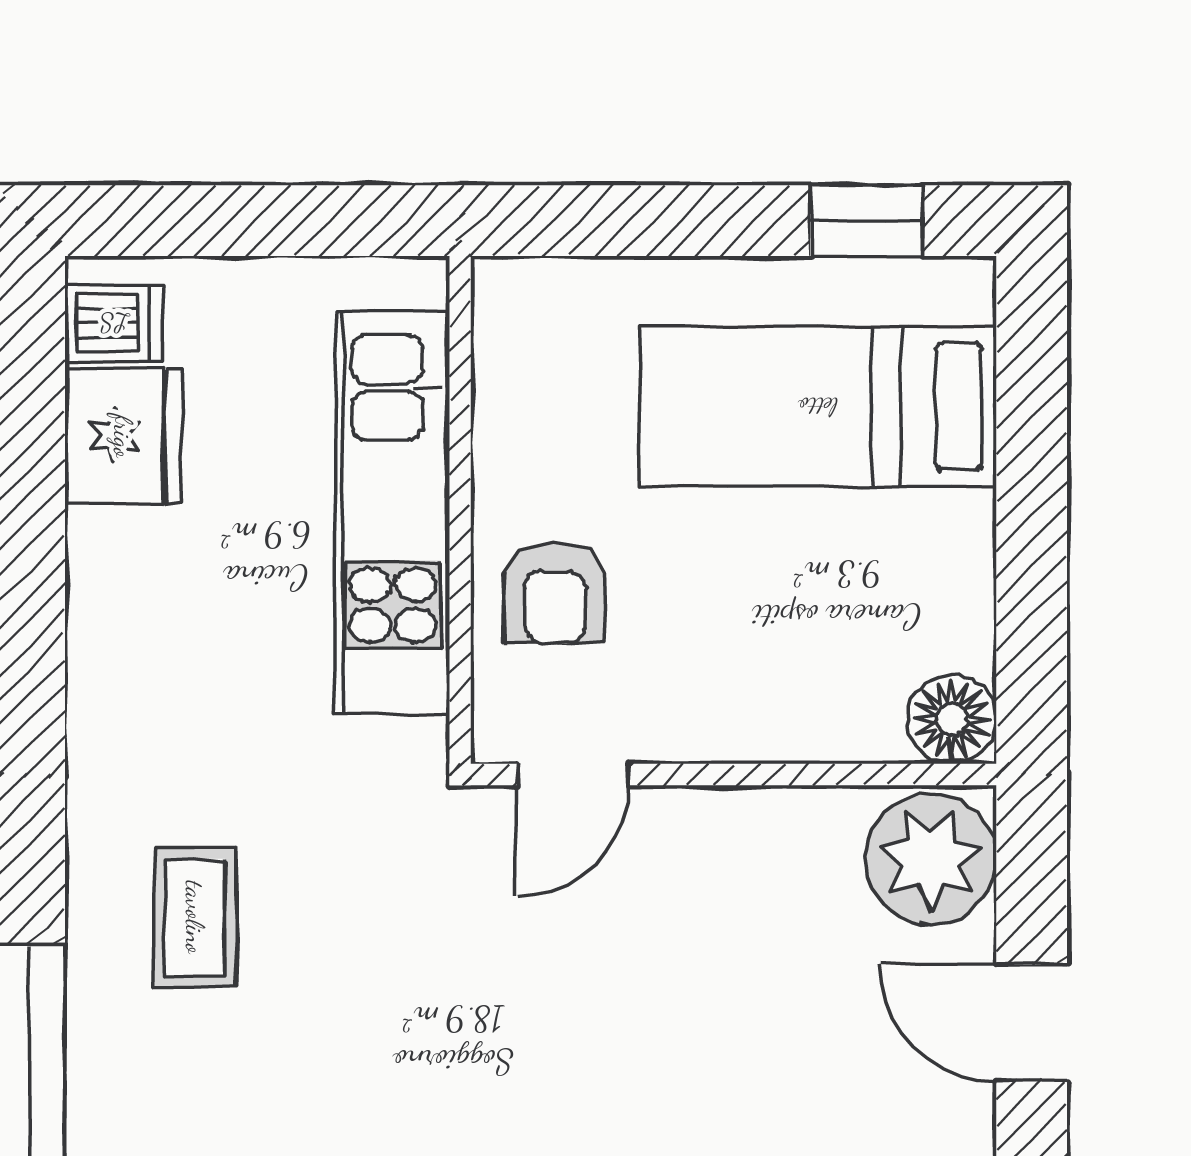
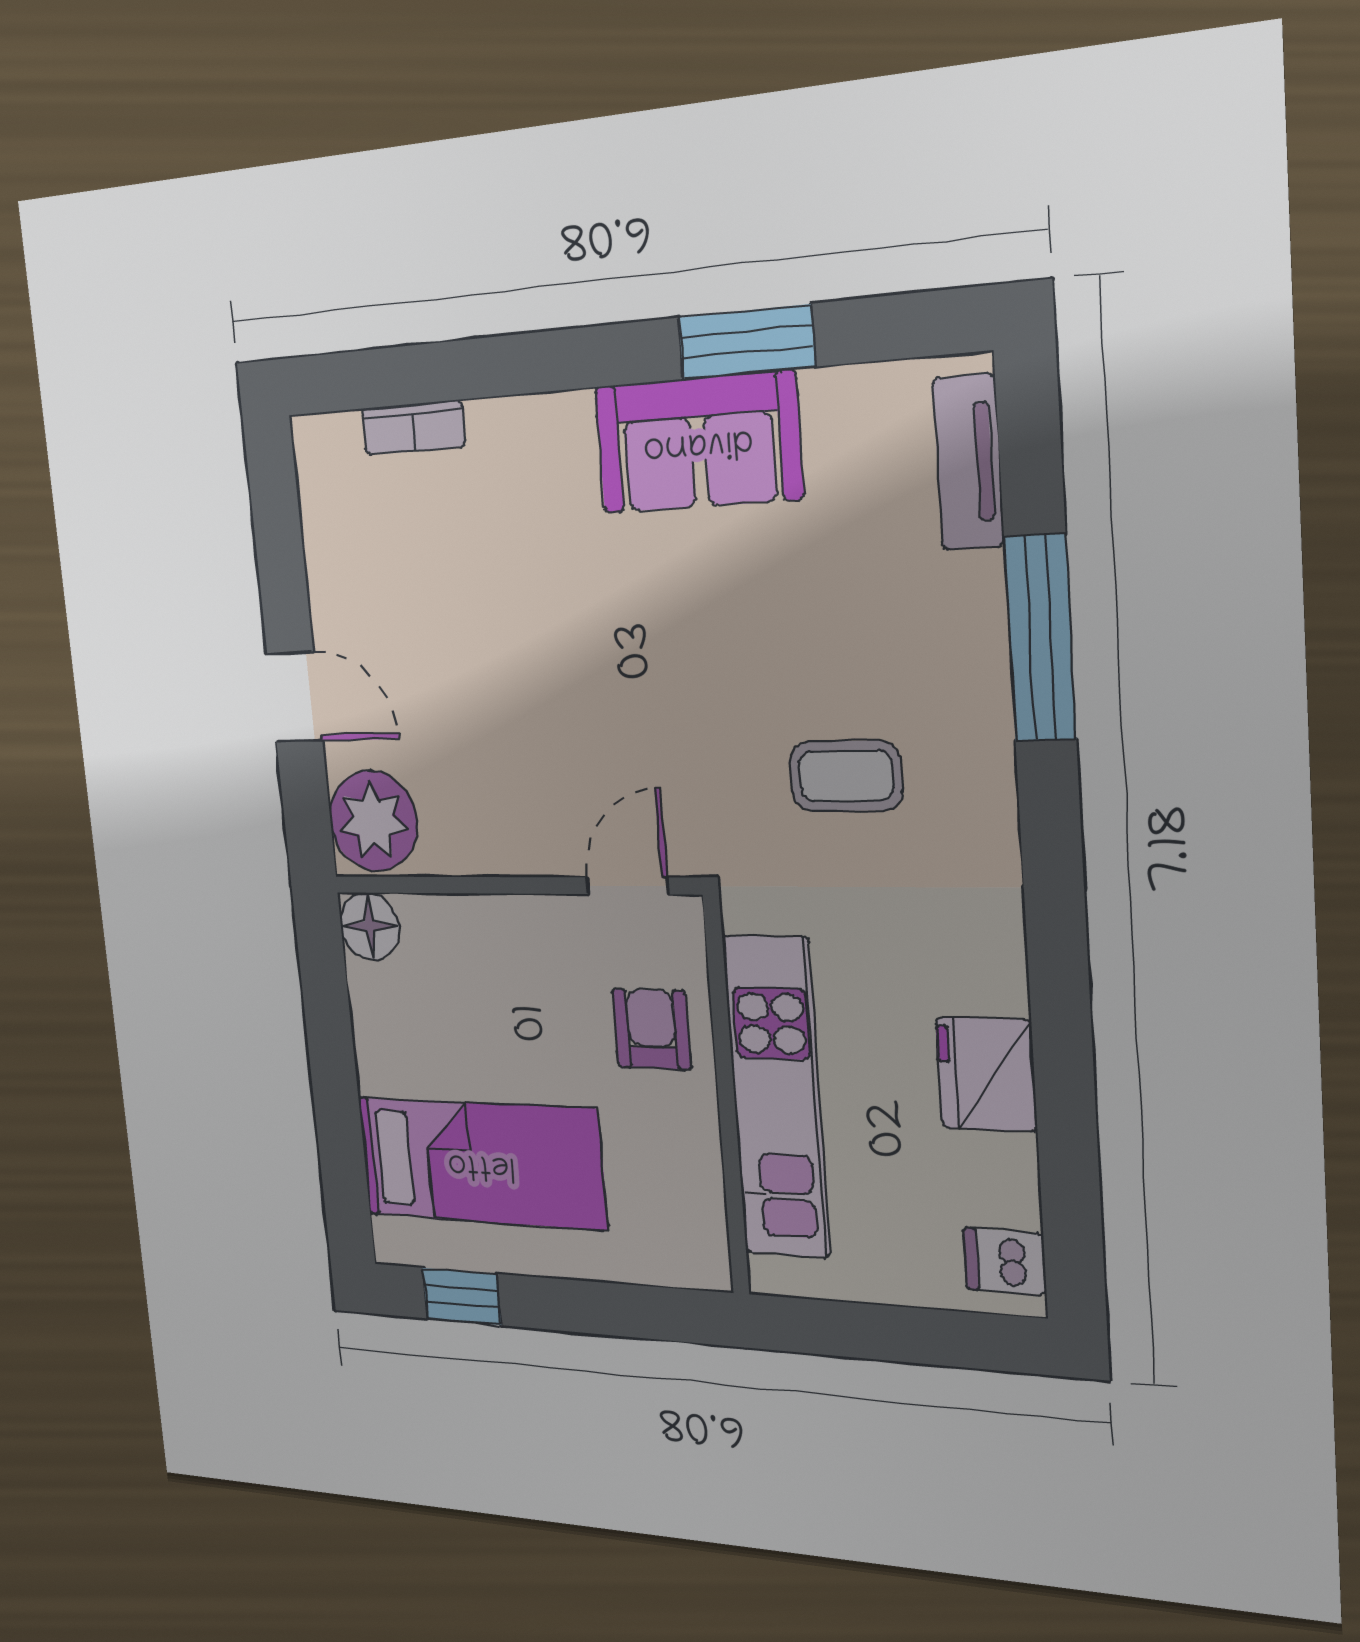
fridge: (123, 436) -> (986, 1074), moved
coffee table: (195, 917) -> (846, 776), moved, turned 90

